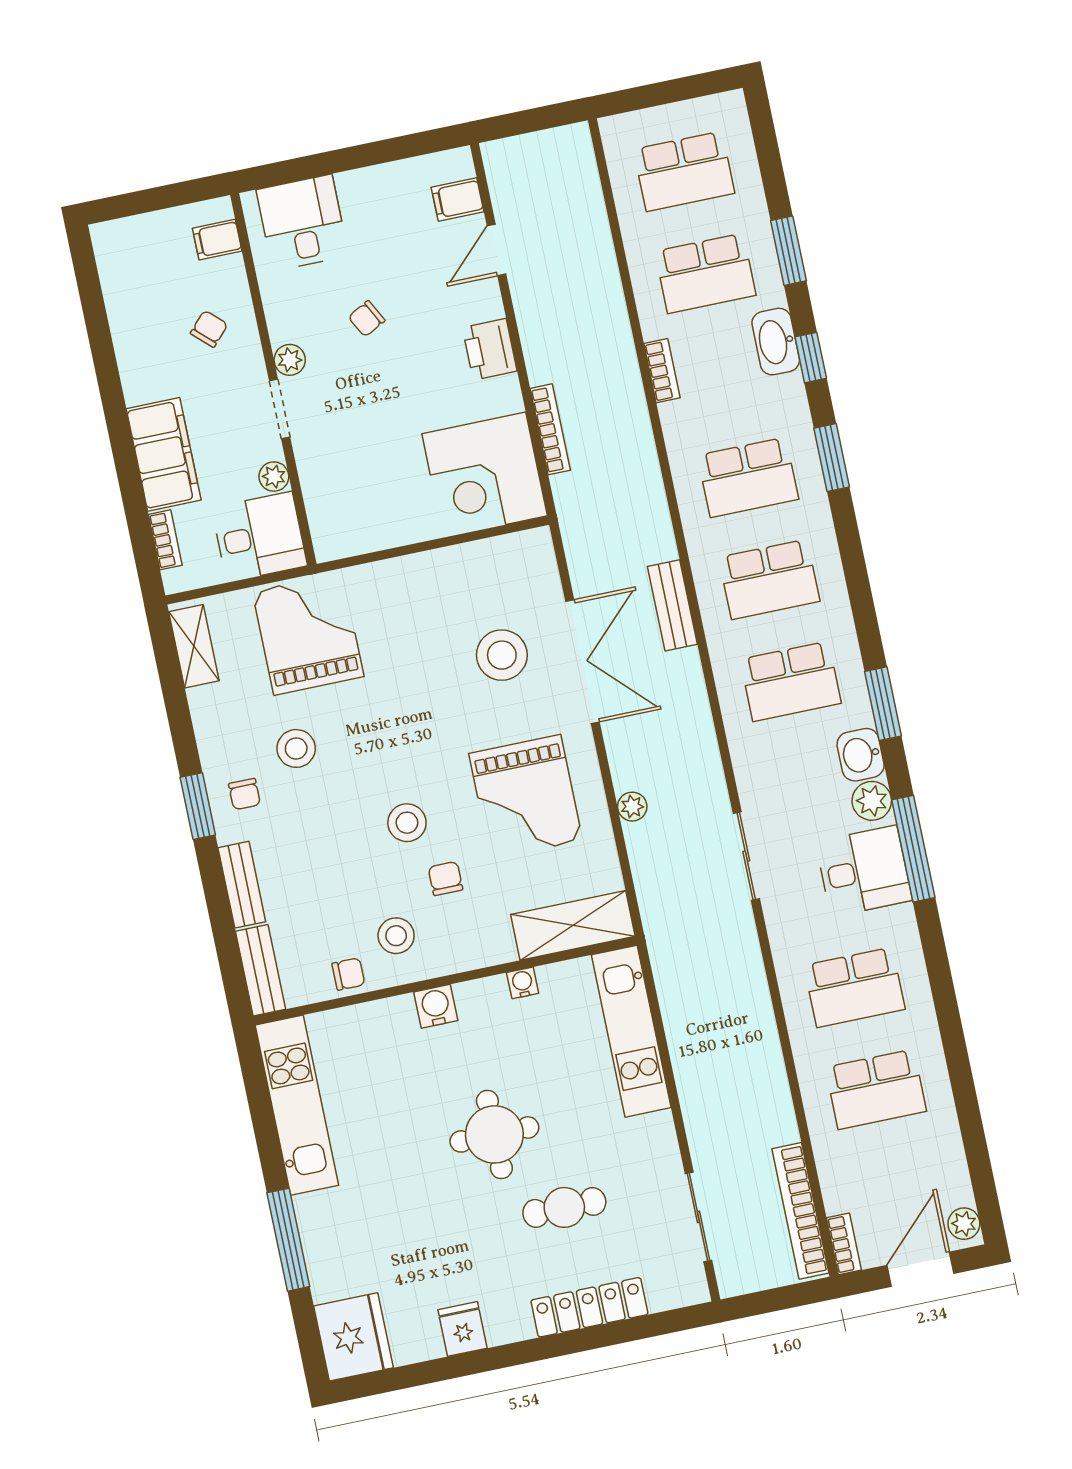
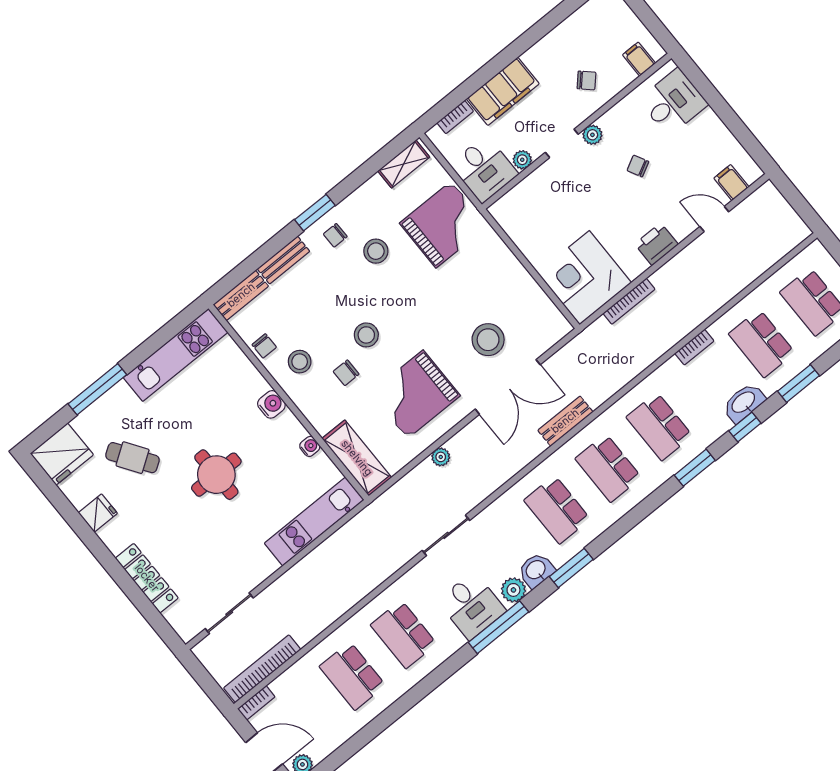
chair: (445, 878) -> (346, 373), turned 180
cafe table: (564, 1207) -> (133, 458), moved, turned -34

